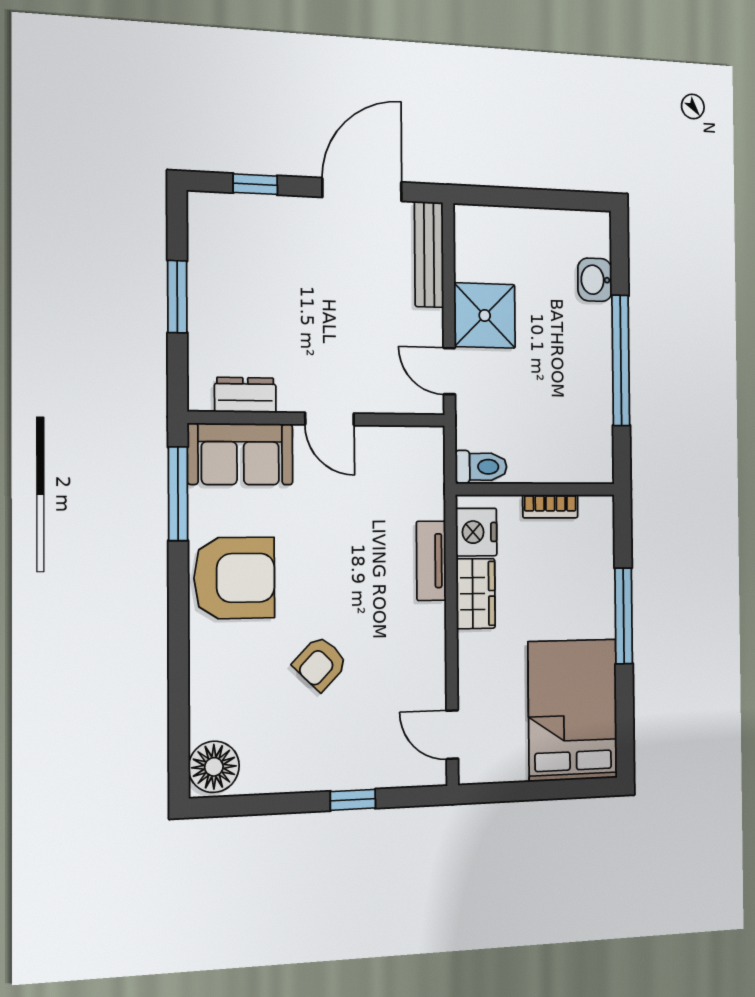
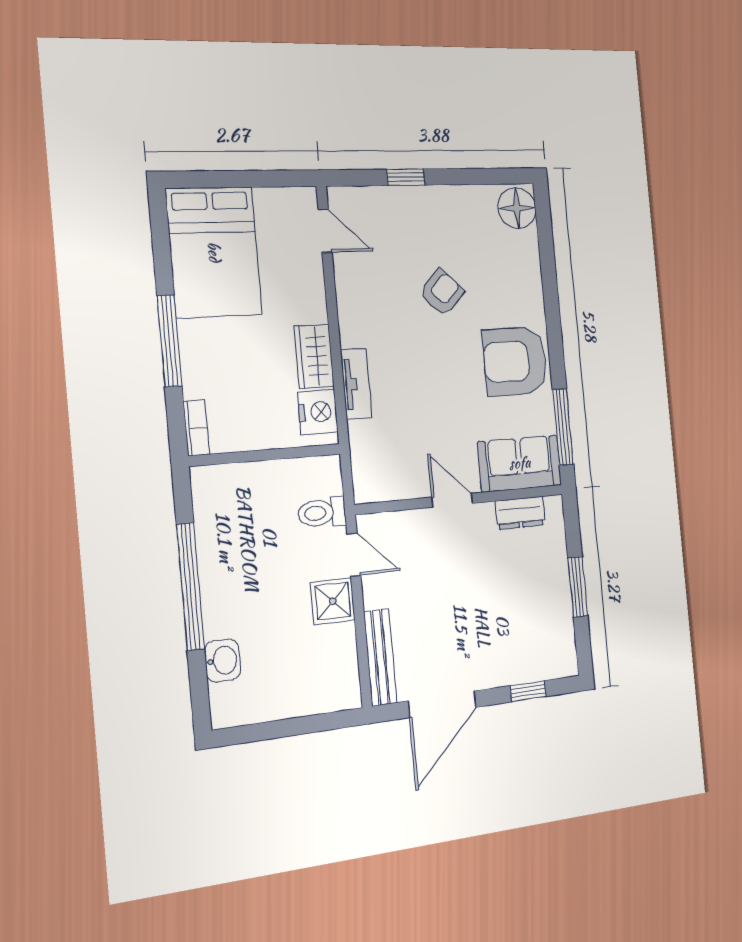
shower: (485, 315) -> (333, 601), width x0.73, depth x0.73
toilet: (481, 467) -> (322, 513), moved
bookcase: (550, 506) -> (196, 428), moved, turned 90

